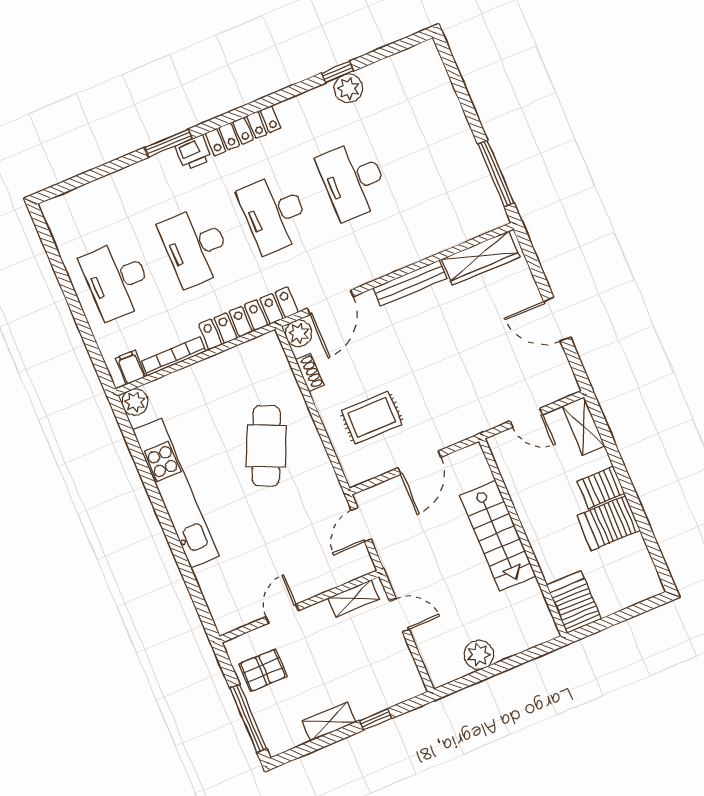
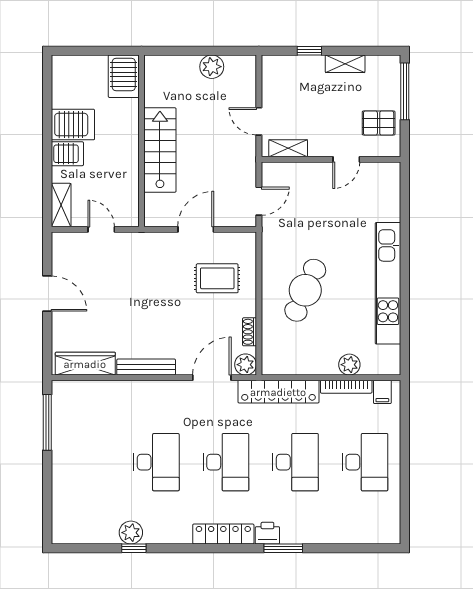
plant: (135, 402) -> (349, 365), moved

